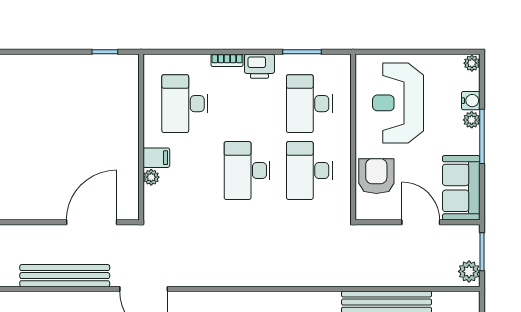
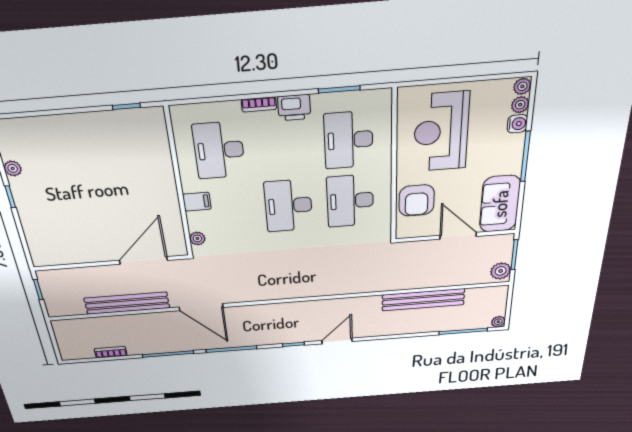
plant: (472, 120) -> (520, 105), moved
armchair: (376, 176) -> (417, 200), turned 180
plant: (151, 177) -> (197, 238), moved

